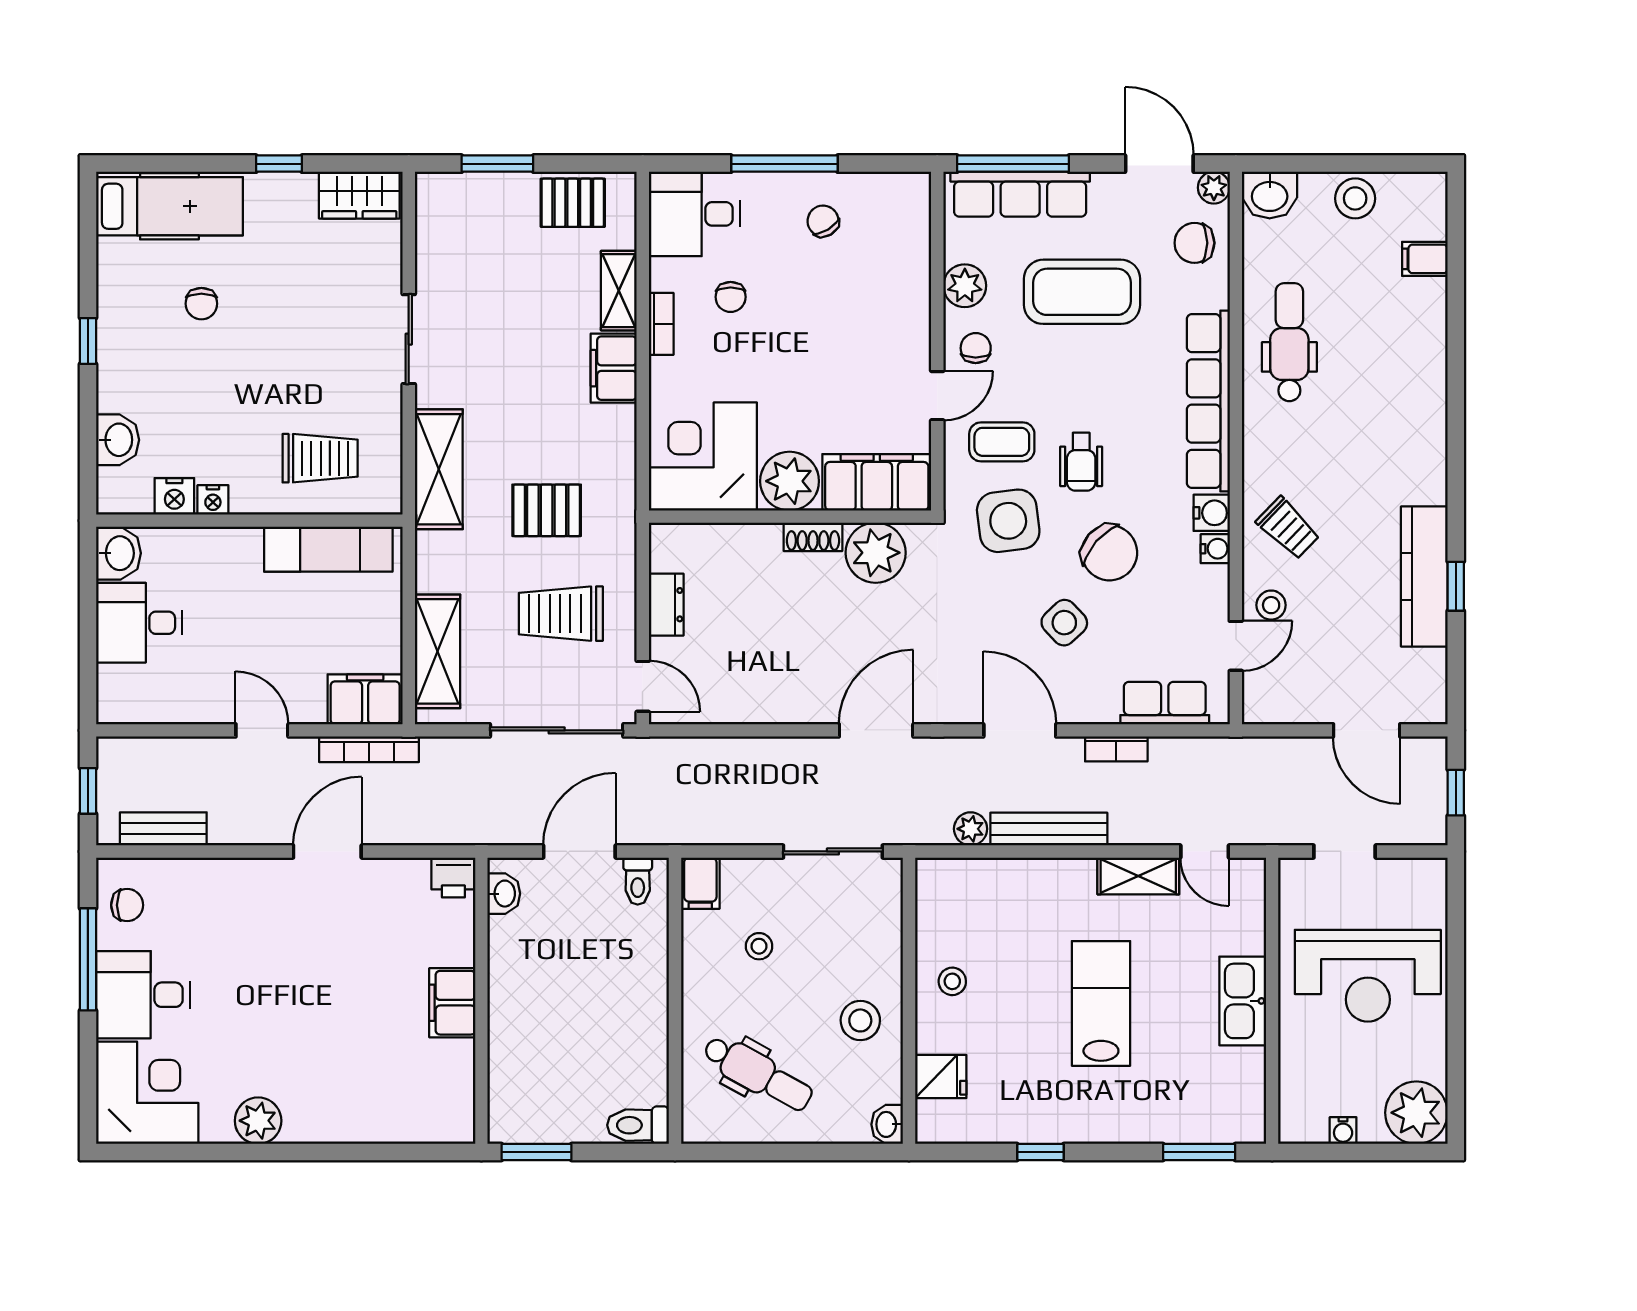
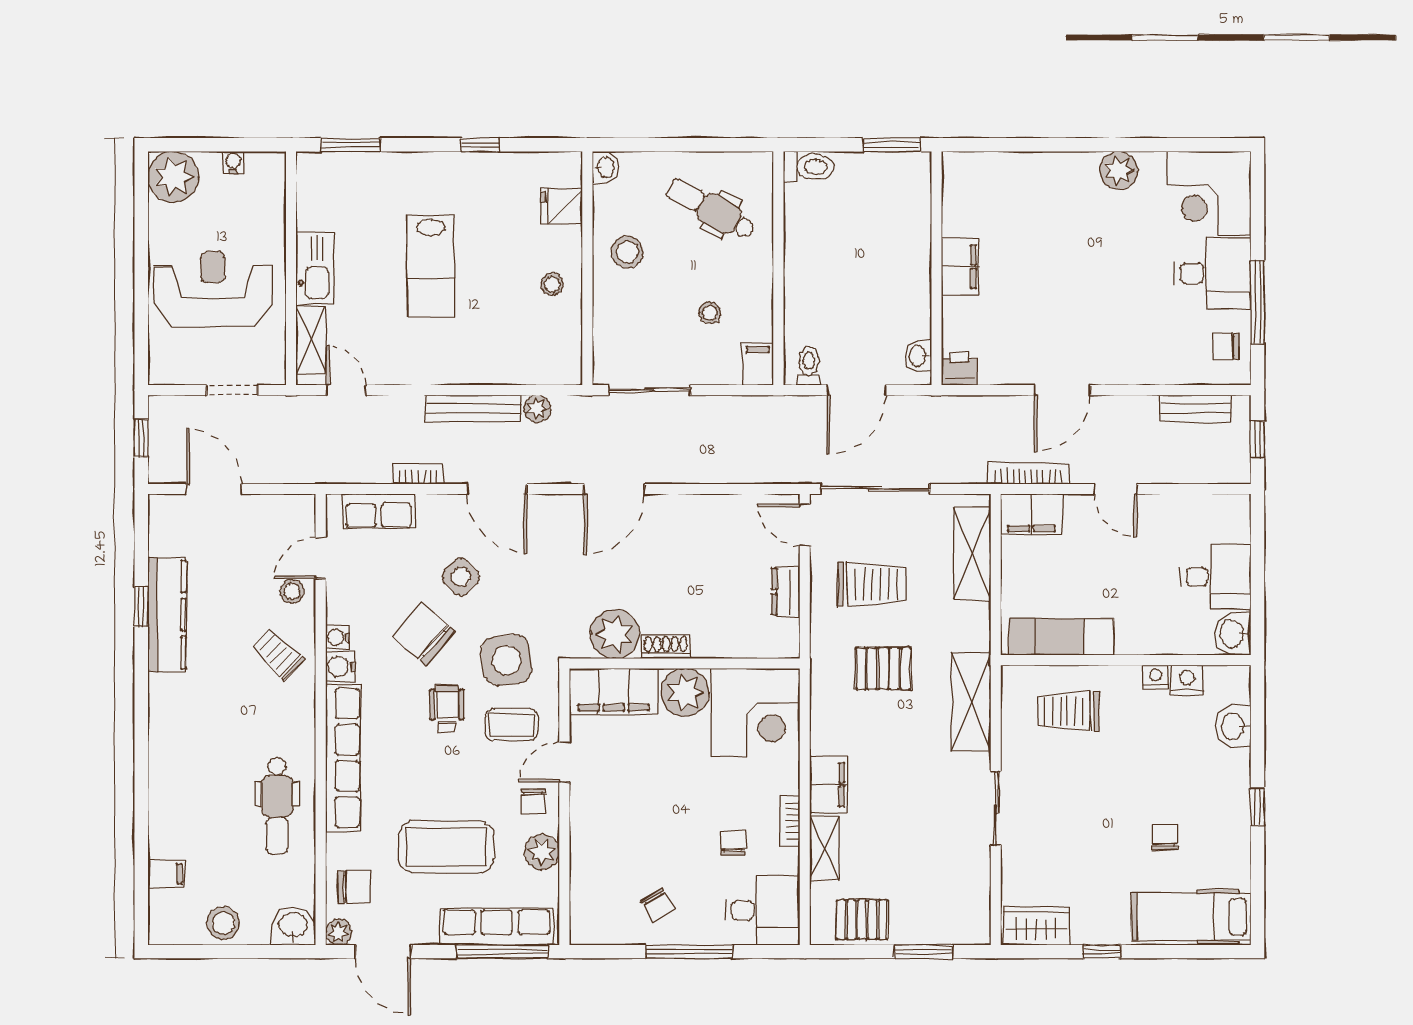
shelving: (1138, 876) -> (311, 340), moved, turned 90

